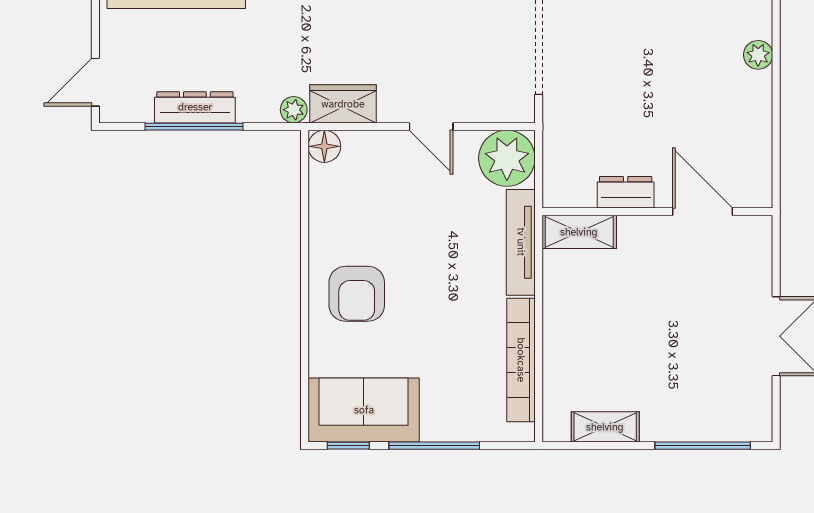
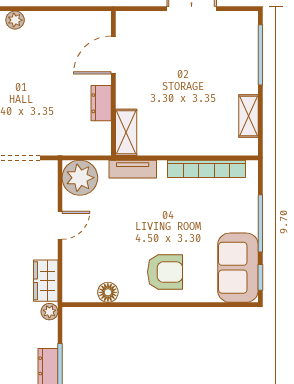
floor lamp: (324, 146) -> (108, 292), moved
tv unit: (521, 242) -> (133, 169), width x0.71

